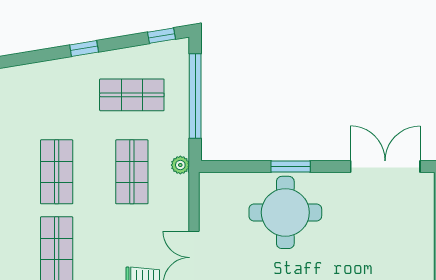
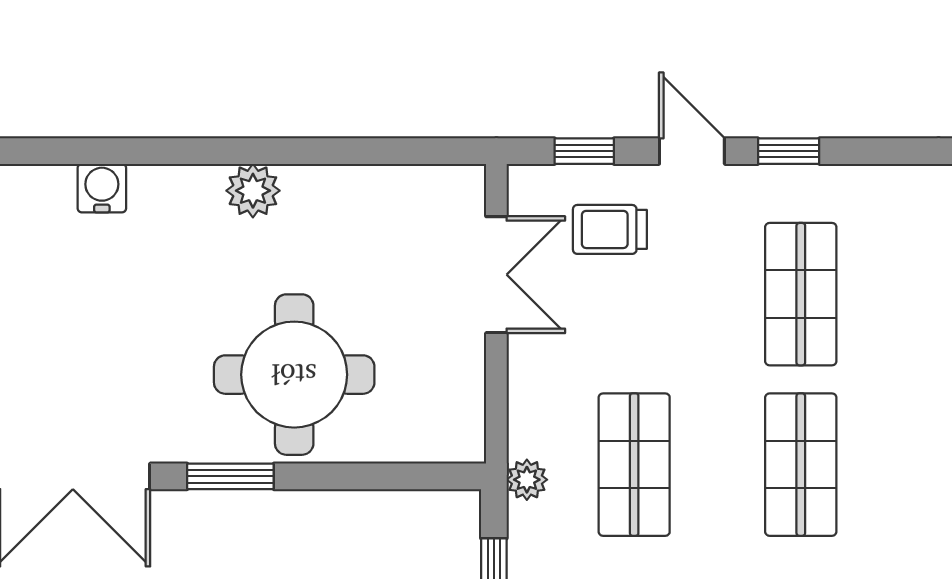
window: (291, 166) -> (230, 476), moved

